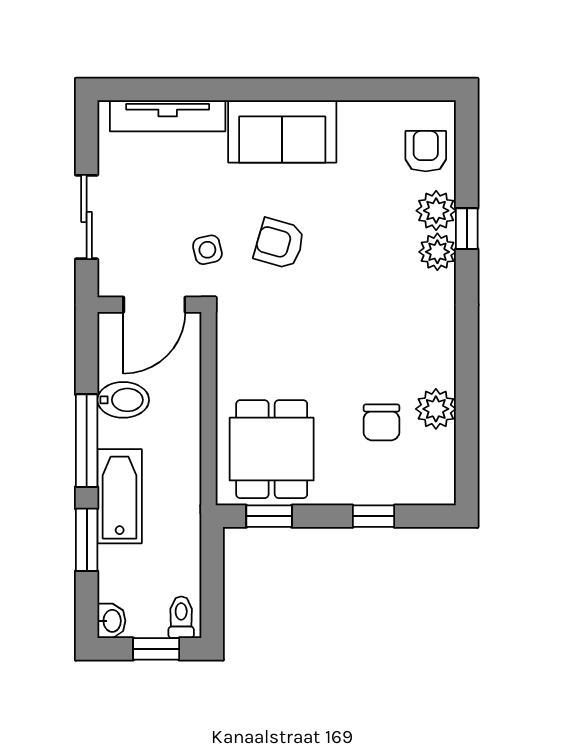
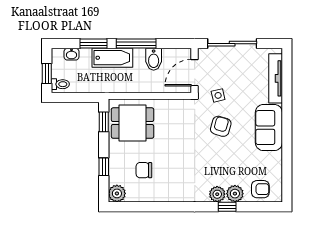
sliding door: (87, 217) -> (232, 44), width x1.37
door: (154, 305) -> (195, 73), hinge flipped
plant: (436, 409) -> (117, 193), moved
washbasin: (111, 621) -> (72, 54), moved

